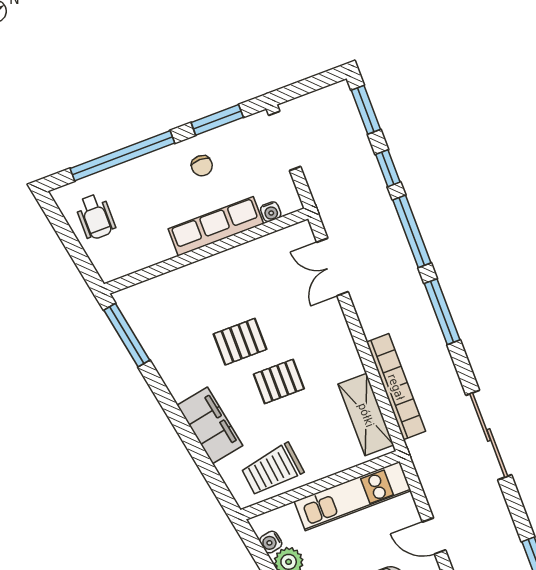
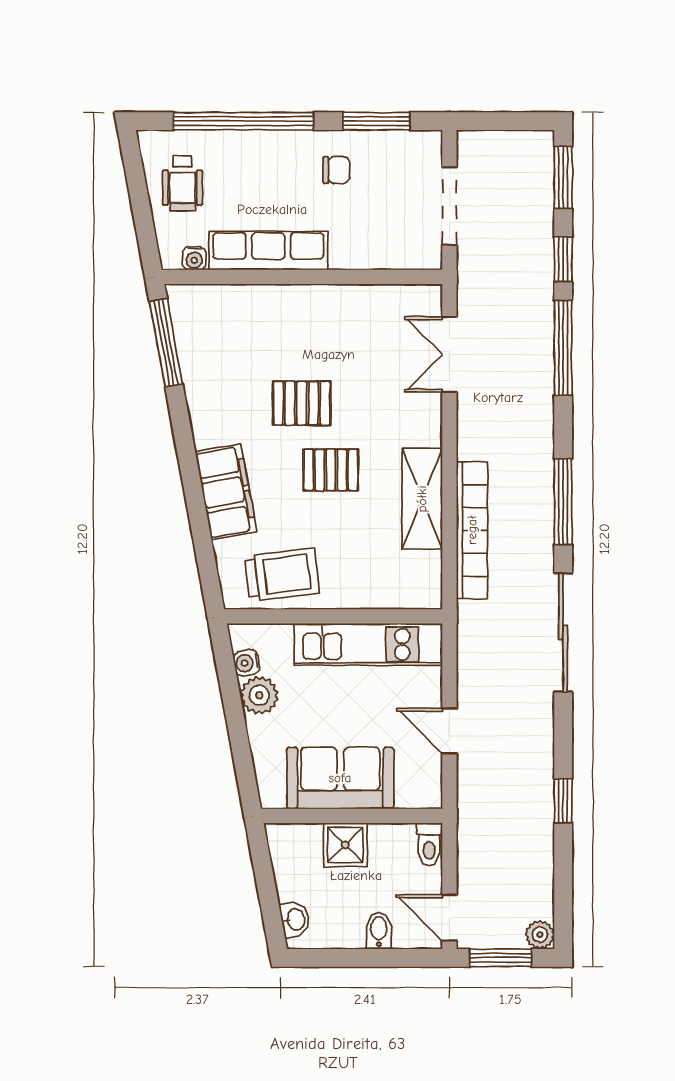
doorway: (285, 141) -> (449, 206), moved
chair: (202, 166) -> (336, 170), turned -90
water cooler: (271, 212) -> (194, 258), moved
row of seats: (216, 226) -> (268, 251), moved
window: (442, 312) -> (563, 502), moved
shelving: (366, 415) -> (422, 499), moved
trolley: (272, 470) -> (282, 575), turned 180

